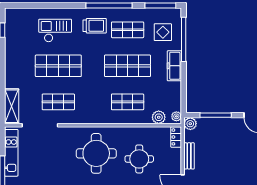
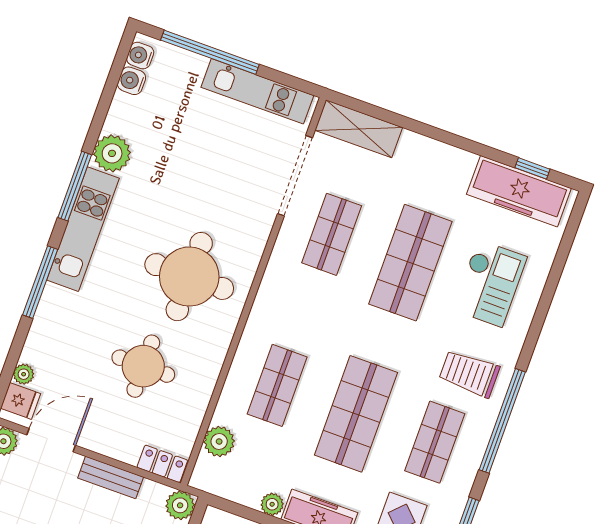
trolley: (95, 26) -> (469, 374), turned 90
freezer: (14, 32) -> (519, 191), added
plant: (176, 116) -> (272, 504), moved

